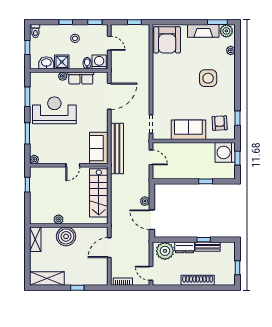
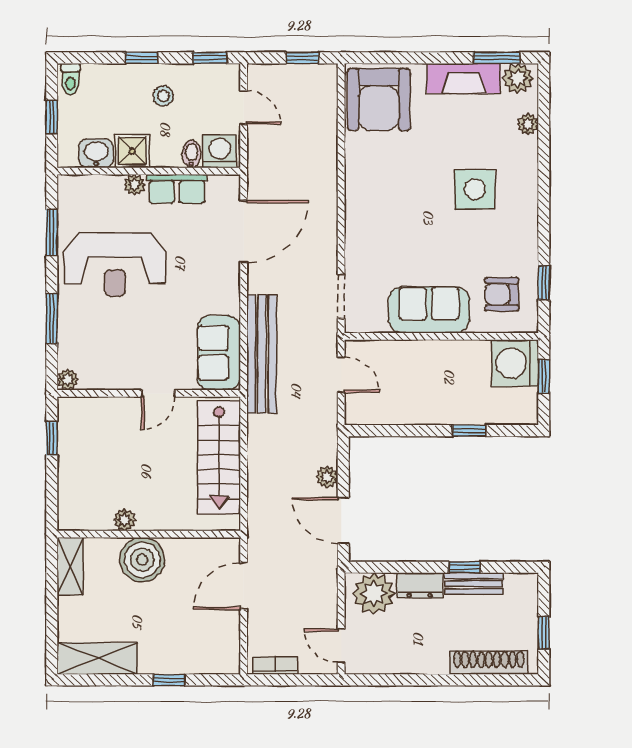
reception desk: (54, 110) -> (115, 265), turned 180
armchair: (220, 123) -> (502, 294), turned -87
shoe rack: (198, 280) -> (489, 663), moved

